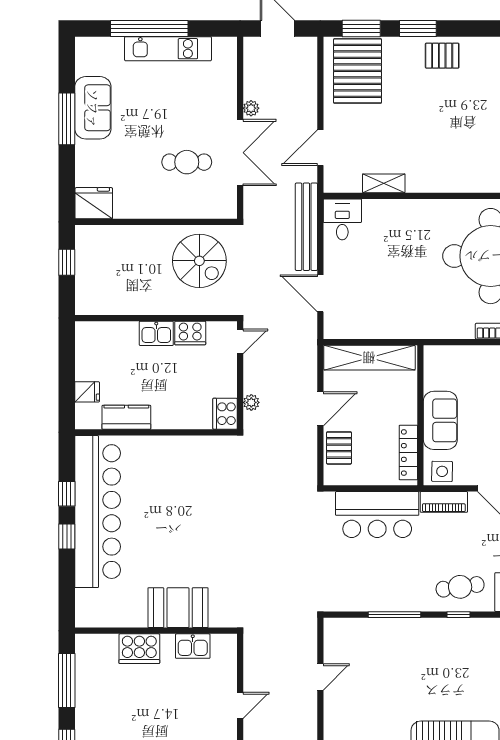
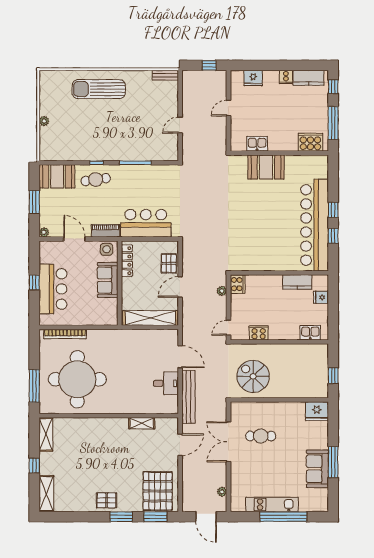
plant: (251, 108) -> (222, 492), moved
desk: (342, 219) -> (166, 383), moved, turned -90
kitchen sink: (156, 333) -> (310, 333), moved
cooker: (139, 649) -> (310, 142), moved

